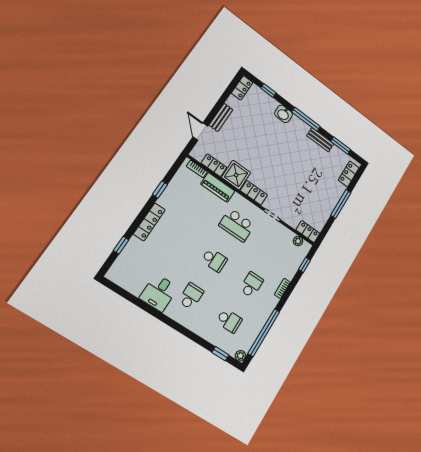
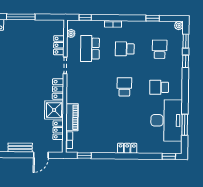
window: (160, 189) -> (84, 156), moved
locker: (149, 222) -> (127, 148), width x0.66
school desk: (237, 225) -> (90, 49), moved, turned 180
locker: (308, 232) -> (59, 45), moved
window: (121, 245) -> (169, 156), moved
desk: (159, 293) -> (167, 120), width x1.87, depth x1.30
window: (133, 299) -> (185, 125), added
window: (264, 333) -> (153, 18), width x0.32
window: (200, 341) -> (185, 61), added

